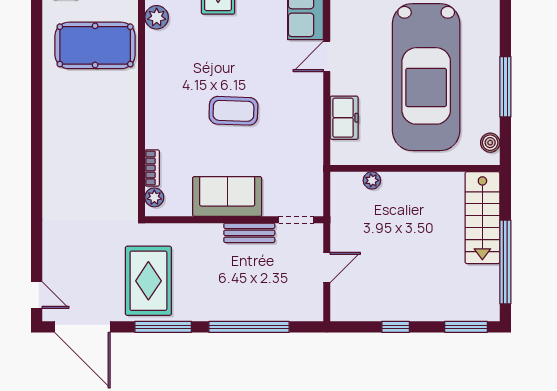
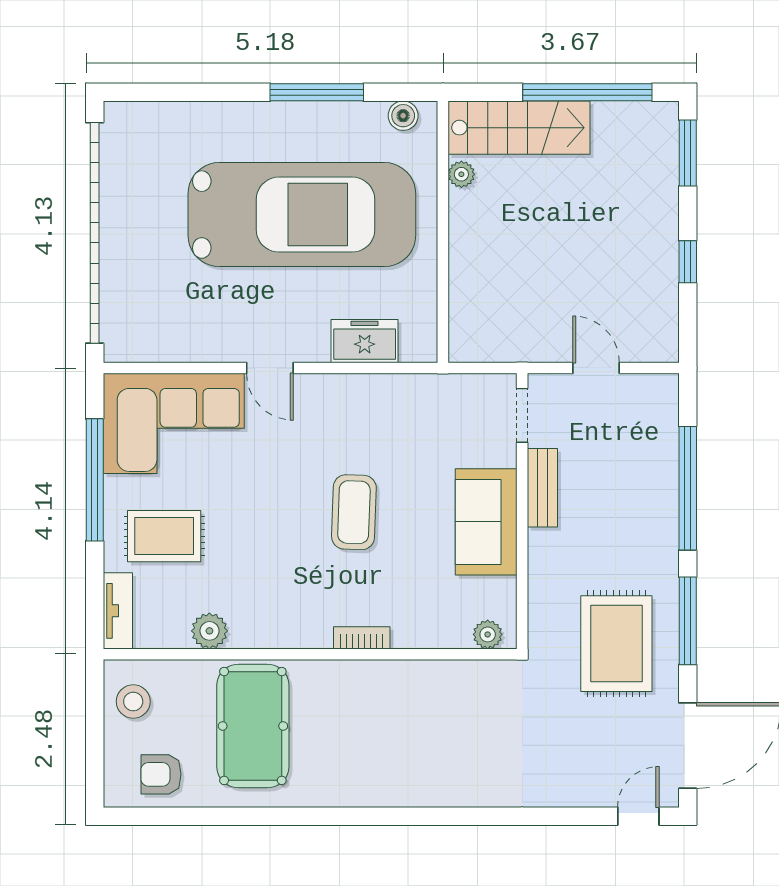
bookcase: (152, 168) -> (362, 638), moved
plant: (372, 180) -> (461, 174), moved
rug: (148, 281) -> (616, 644), turned 90

